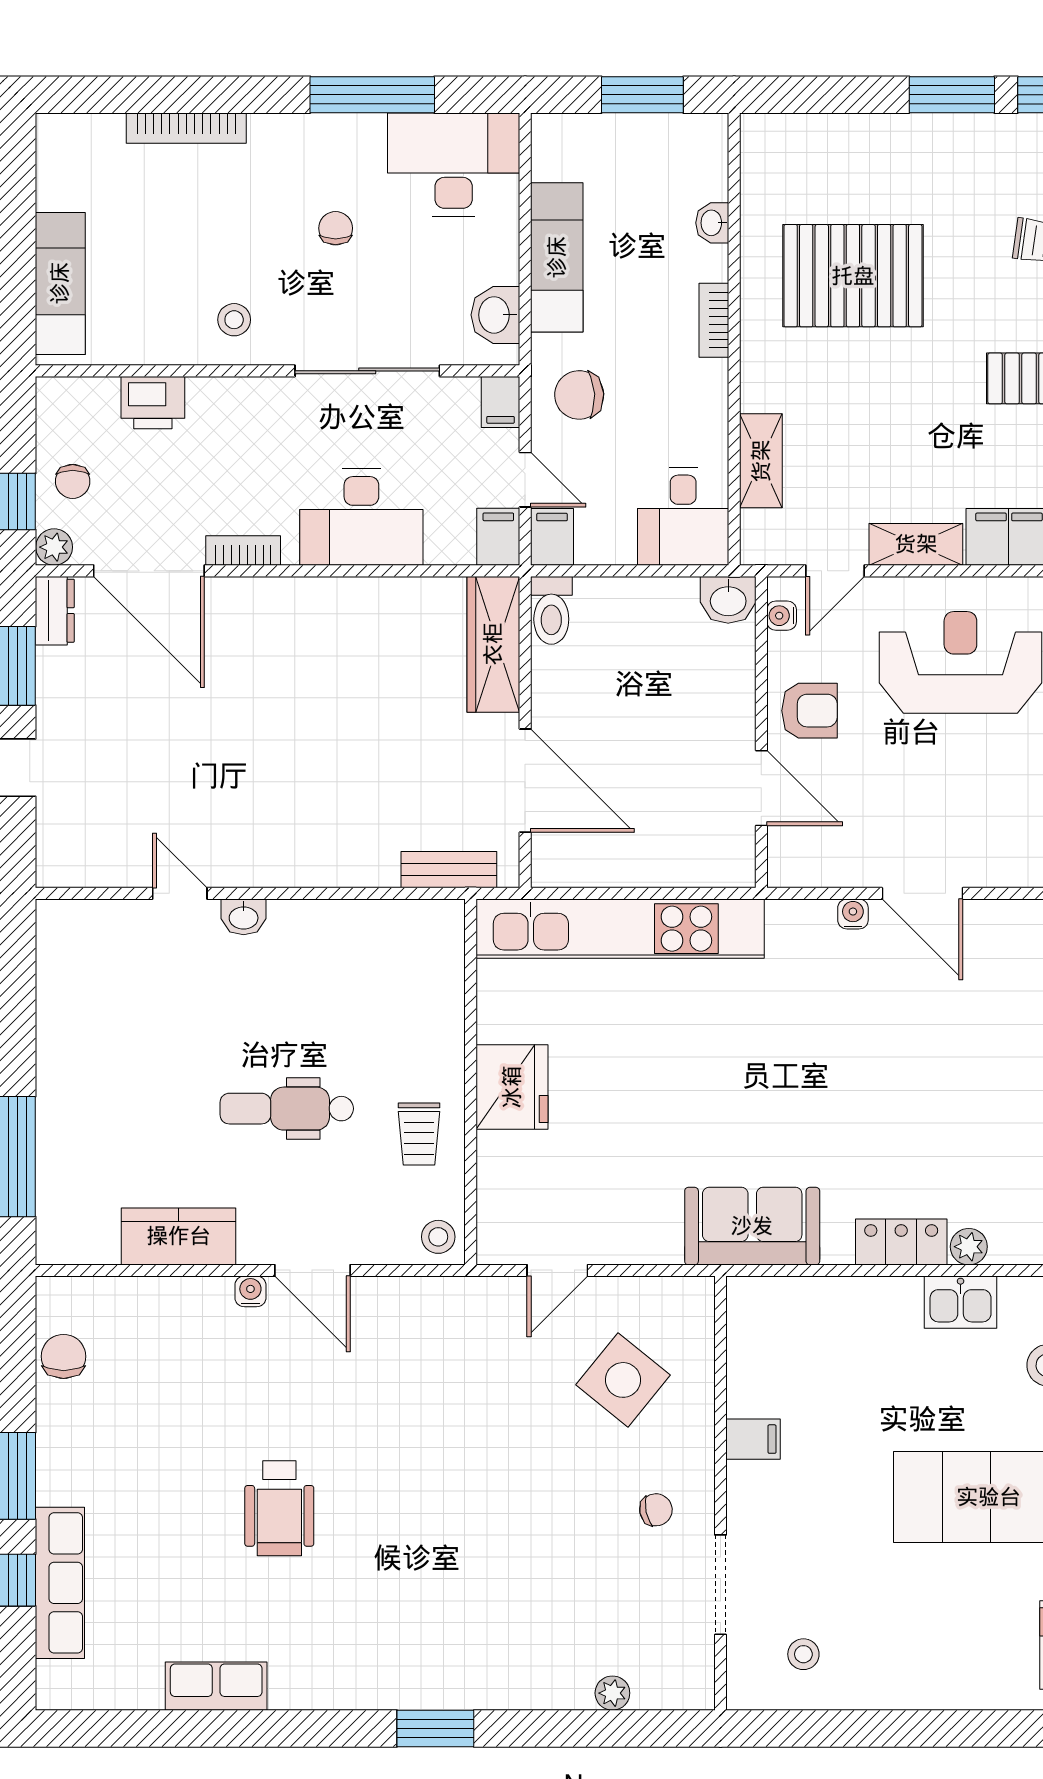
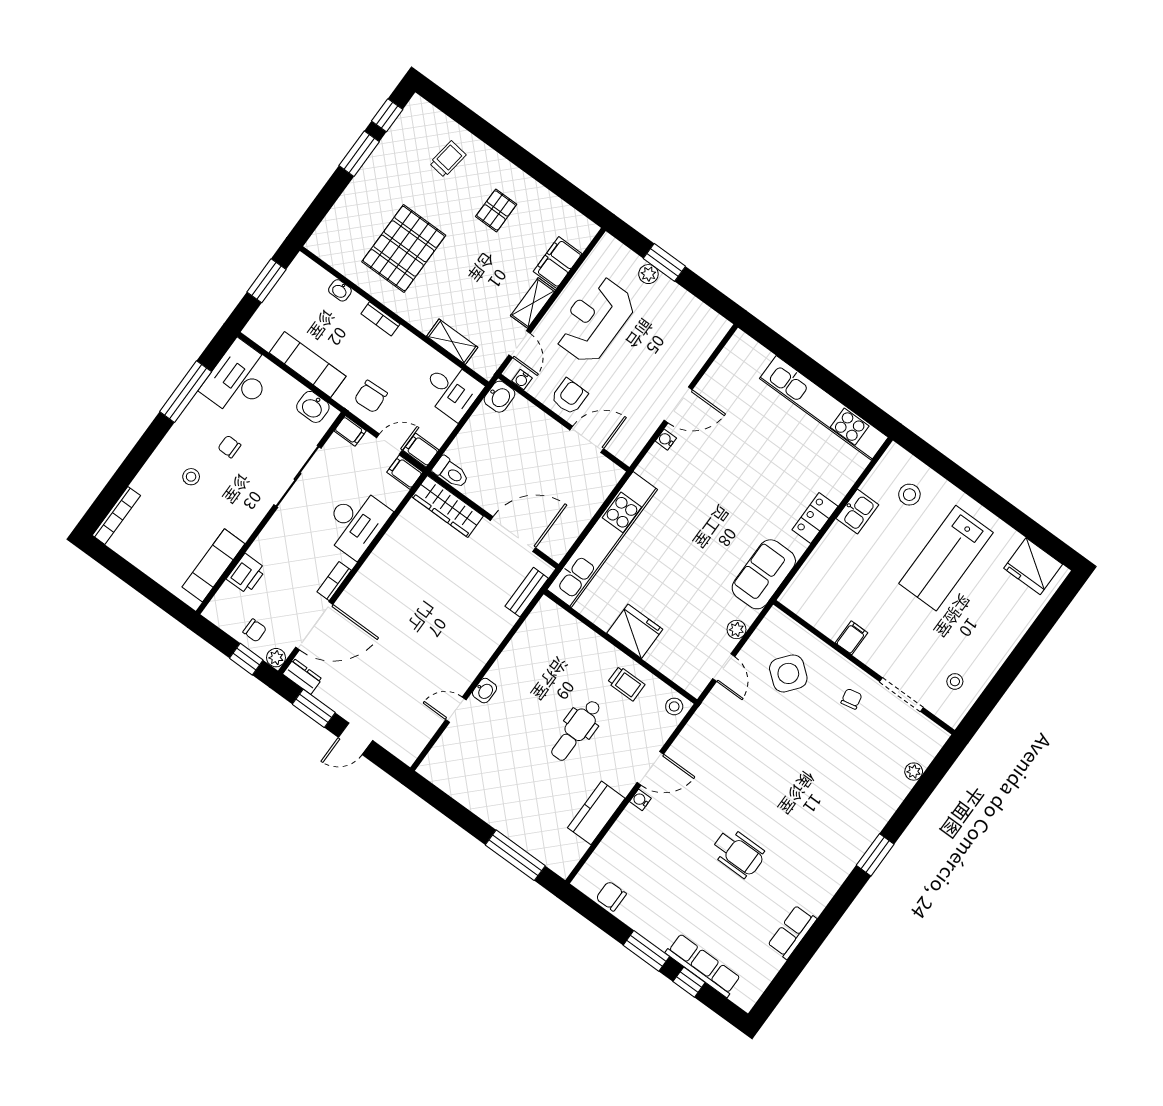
bookcase: (186, 128) -> (116, 515), moved
exam couch: (60, 283) -> (213, 565), moved, turned -90
stool: (234, 320) -> (191, 477), moved
plant: (969, 1247) -> (737, 629), moved

